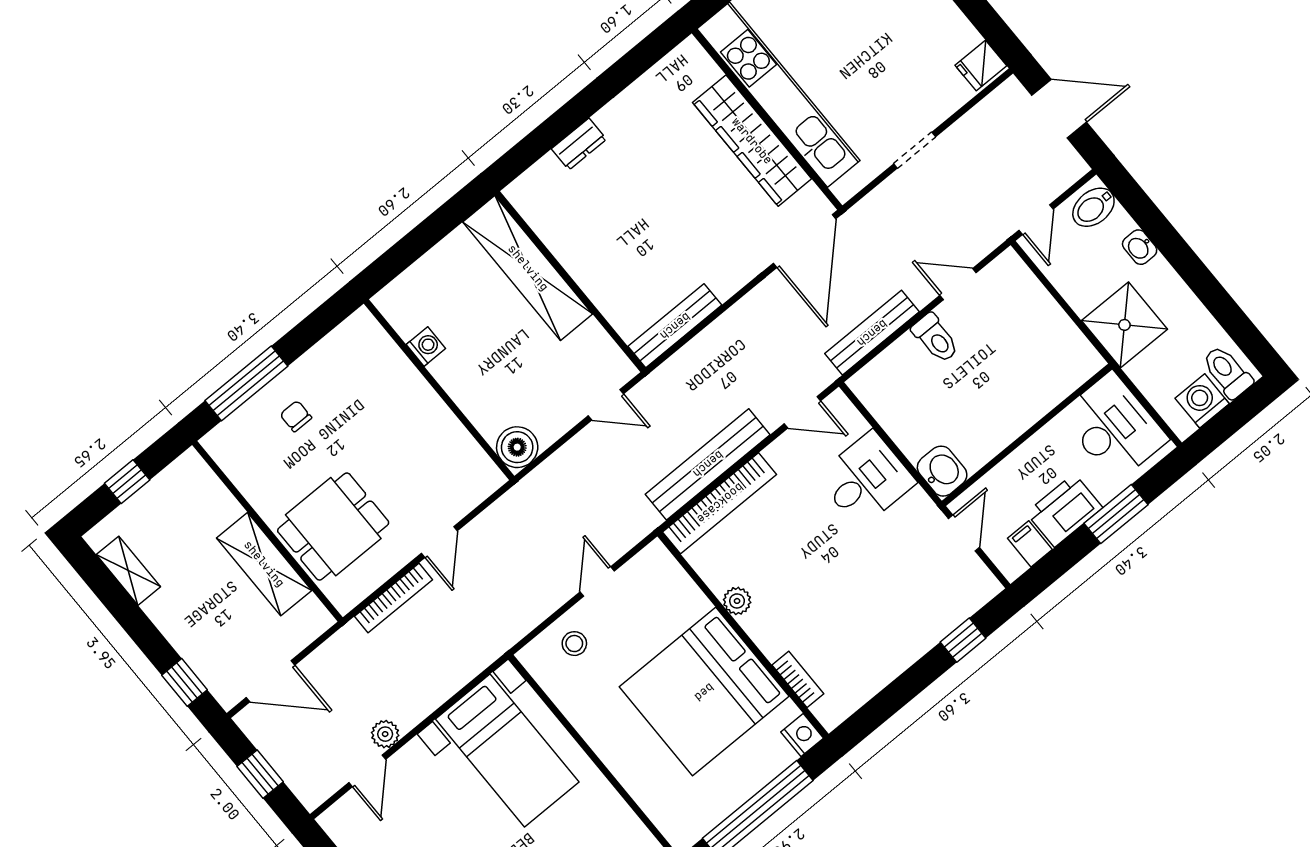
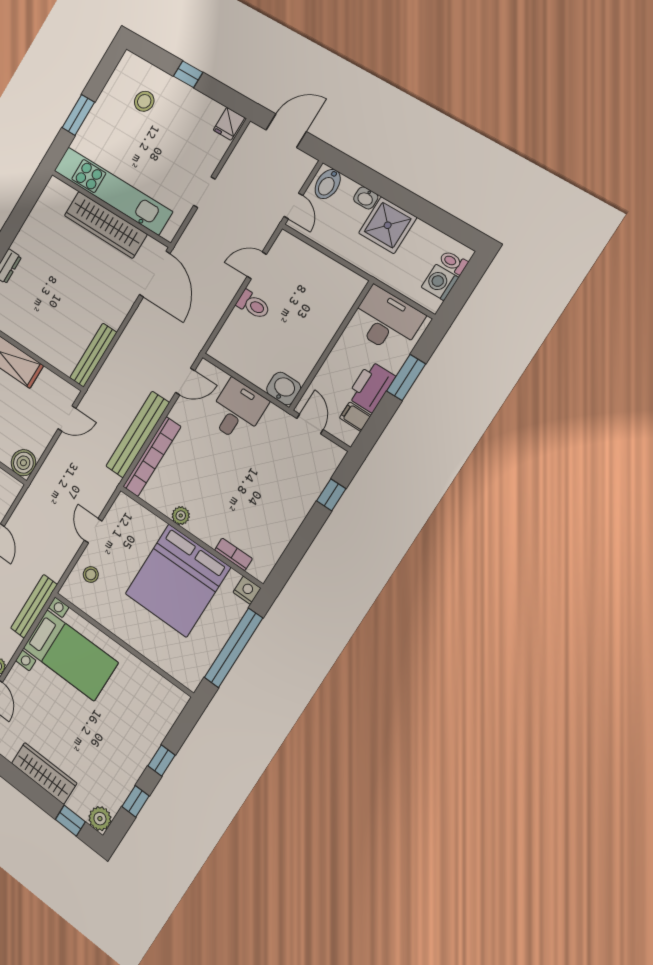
shower: (1124, 325) -> (388, 225), moved
bench: (872, 333) -> (34, 606), moved
toilet: (1227, 372) -> (453, 262), width x0.73, depth x0.72

